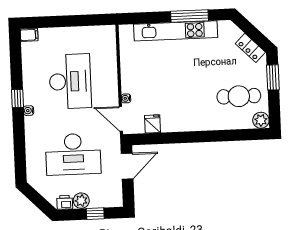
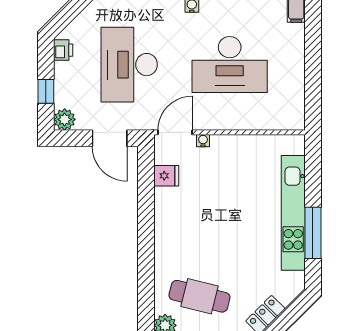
cafe table: (239, 96) -> (199, 296), turned -76
plant: (81, 201) -> (65, 119), moved

